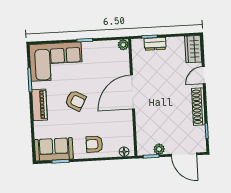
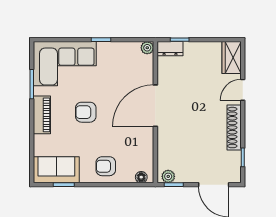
dresser: (155, 44) -> (170, 49), moved
armchair: (75, 101) -> (86, 112), turned 151
plant: (159, 149) -> (168, 176), moved

